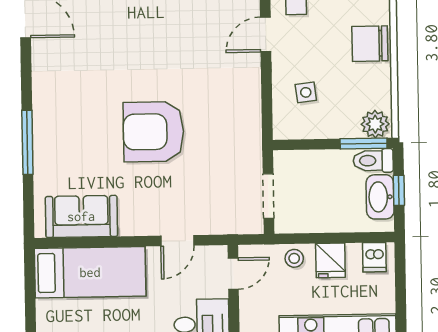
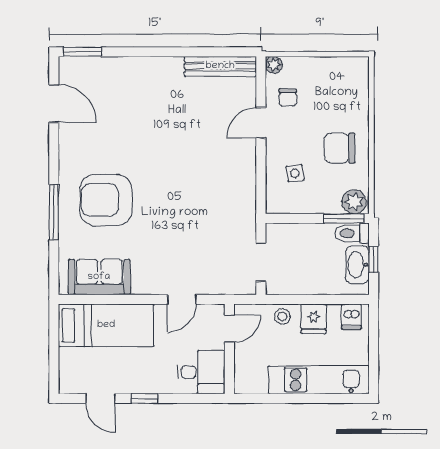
chair: (370, 44) -> (339, 148), moved
armchair: (153, 132) -> (106, 200), moved

